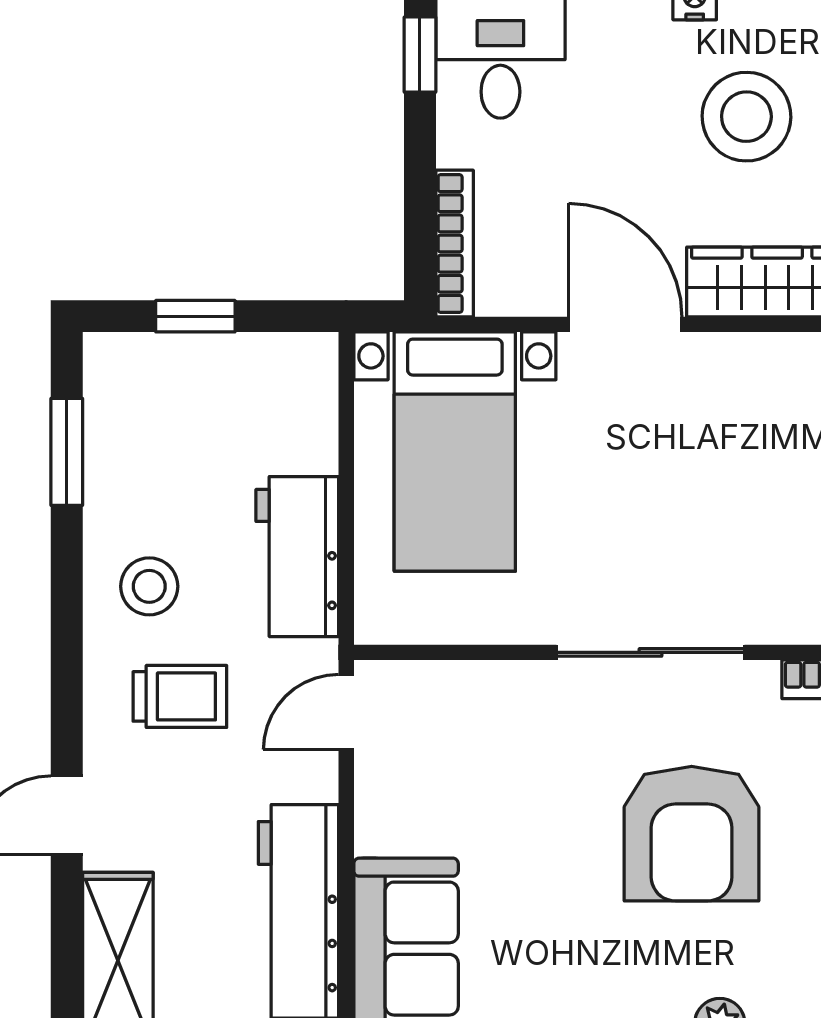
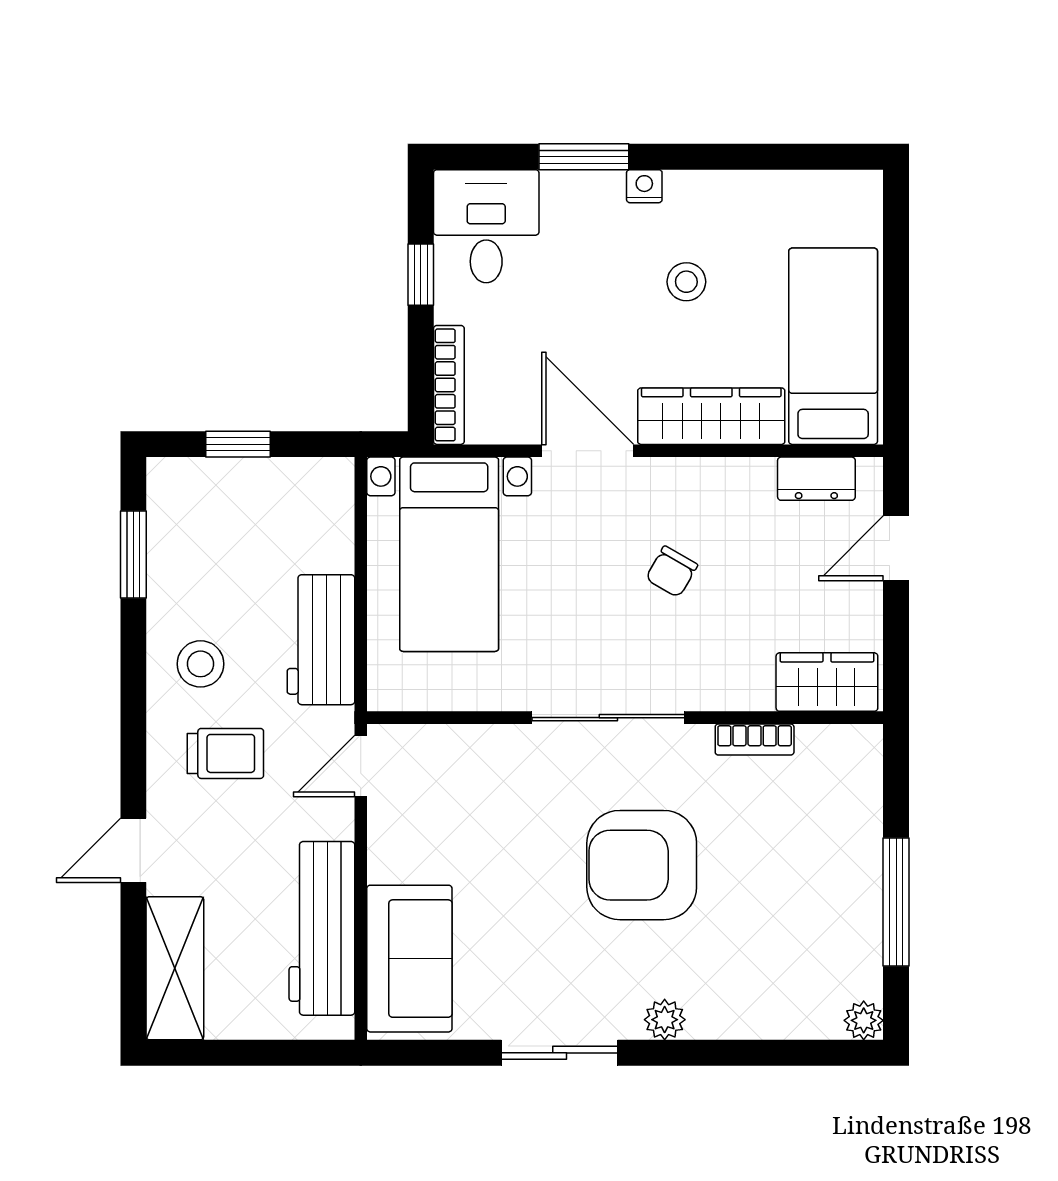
window: (420, 55) -> (421, 275), moved
stool: (746, 117) -> (686, 282), width x0.53, depth x0.53
chair: (728, 473) -> (672, 572), added
armchair: (692, 834) -> (642, 865), turned 90

